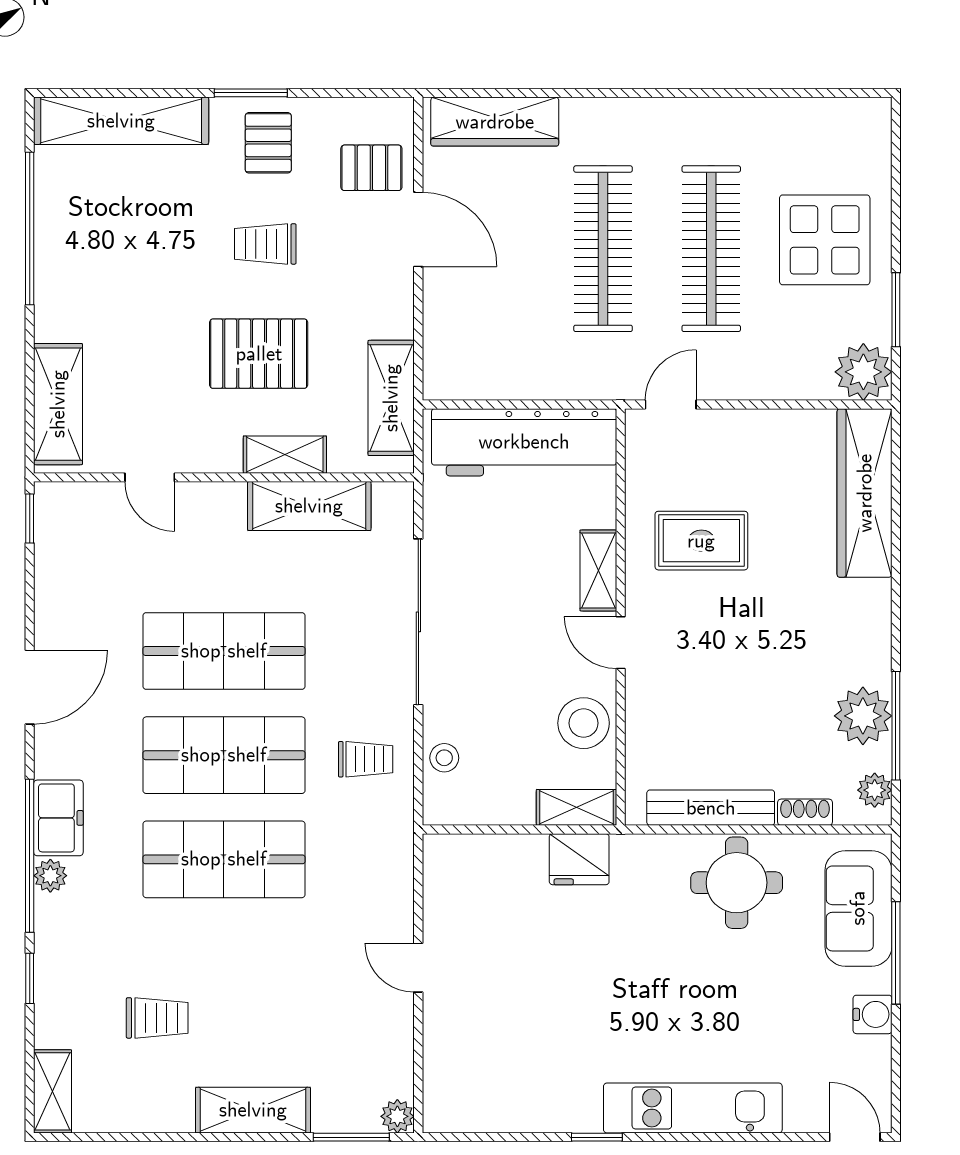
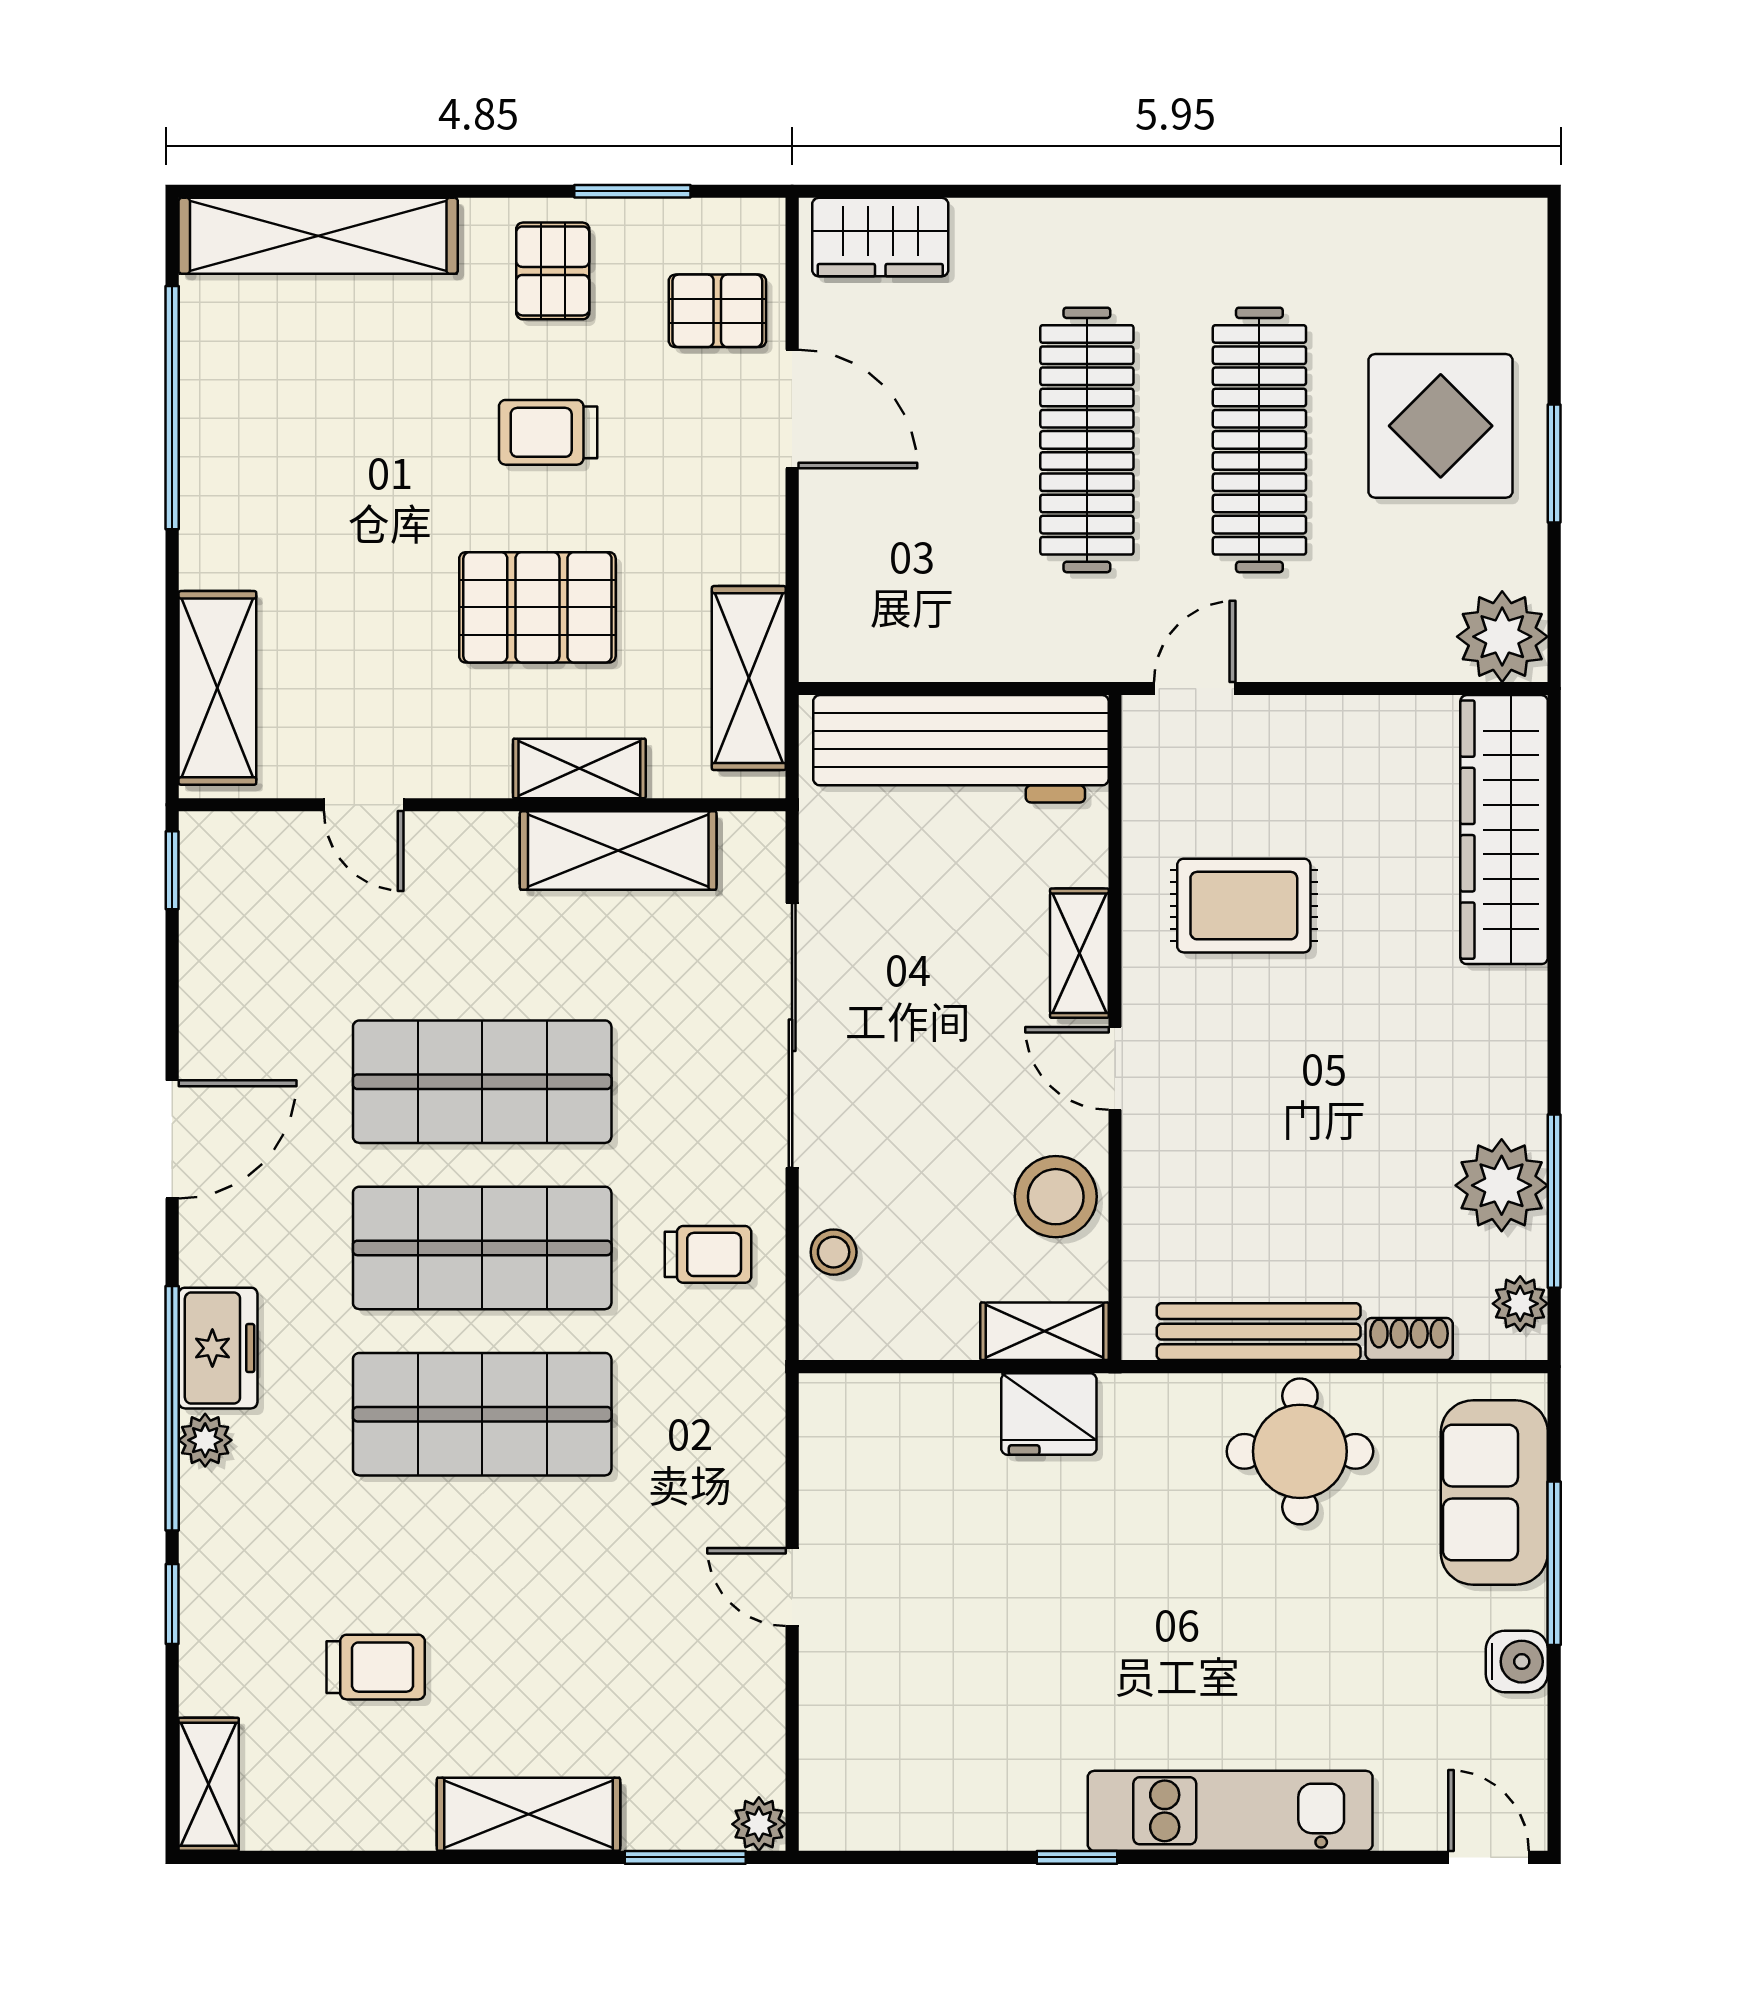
window: (251, 93) -> (632, 191), moved
wardrobe: (495, 122) -> (880, 237), width x0.67
window: (896, 310) -> (1554, 464), moved

